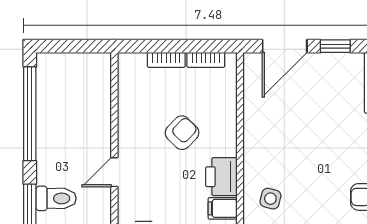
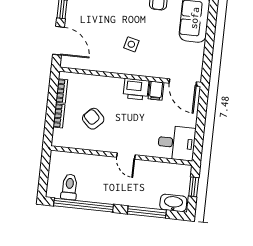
armchair: (182, 133) -> (93, 119), moved
toilet: (56, 198) -> (69, 187), moved
side table: (270, 199) -> (131, 44), moved

